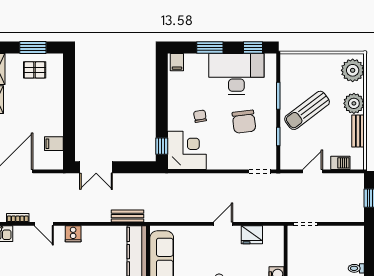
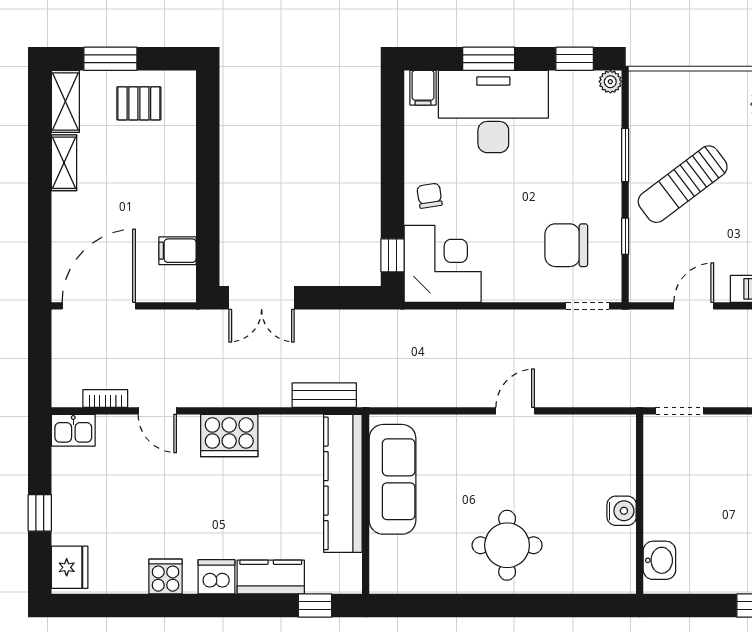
window: (33, 48) -> (110, 59), moved
plant: (271, 59) -> (610, 82), added
desk: (236, 74) -> (493, 112), moved
chair: (200, 116) -> (430, 196), moved
chair: (244, 122) -> (566, 245), moved, turned 97
cooker: (73, 234) -> (229, 435), width x1.87, depth x1.31
fridge: (252, 235) -> (573, 432), removed

